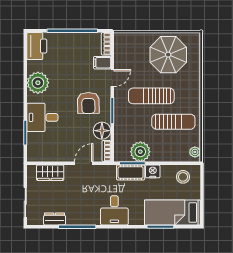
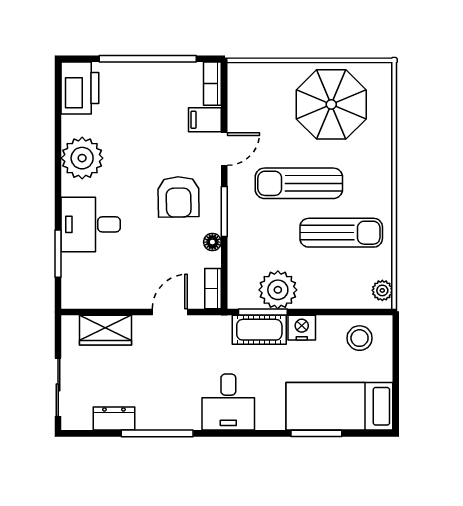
floor lamp: (102, 131) -> (212, 242), width x0.53, depth x0.53

